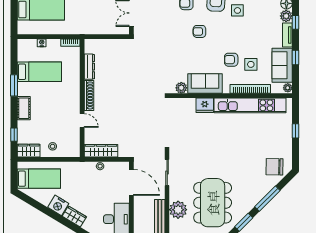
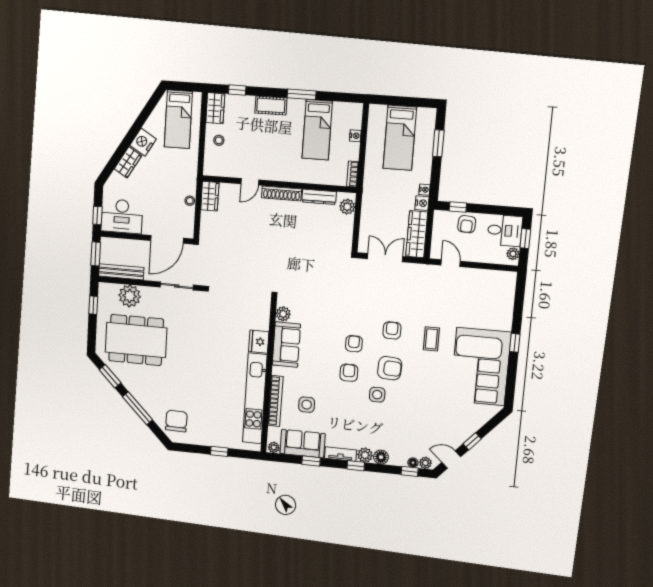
plant: (95, 45) -> (347, 207), added
armchair: (231, 60) -> (349, 373), moved
wardrobe: (101, 151) -> (210, 196), width x0.67

